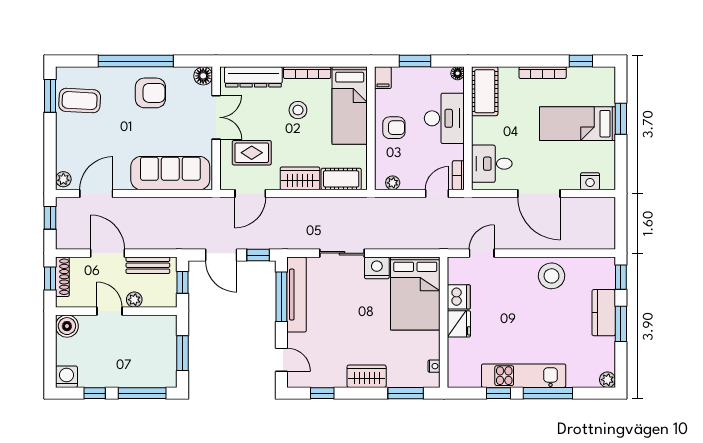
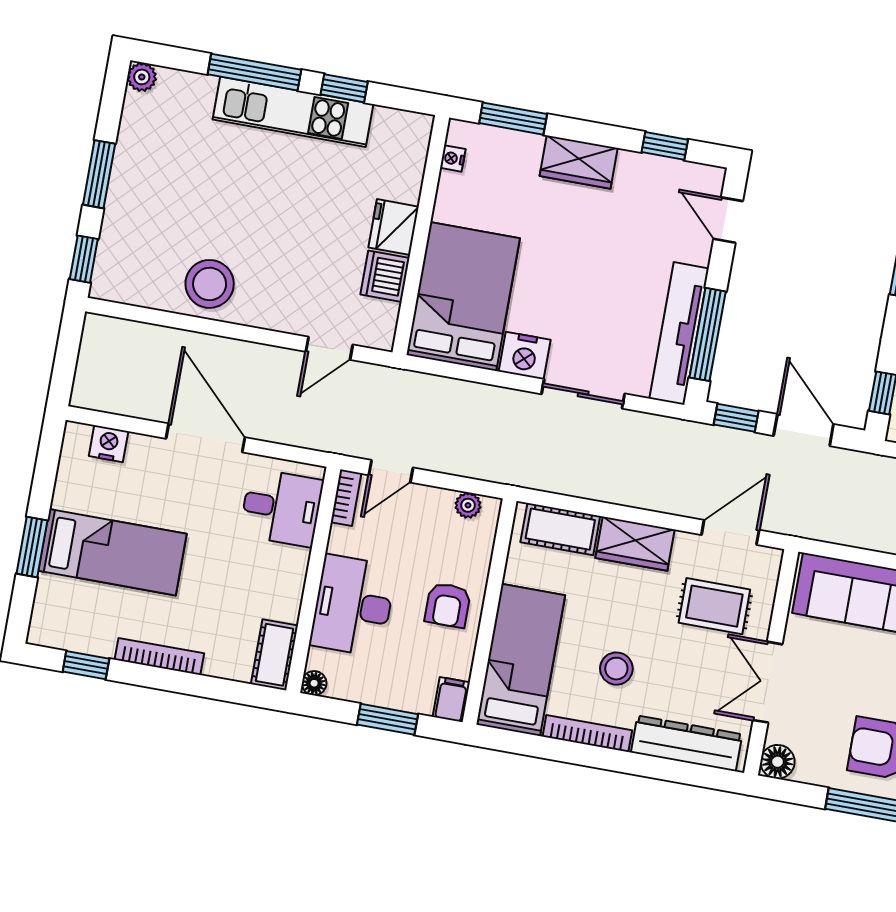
cot: (485, 91) -> (274, 655), width x0.73, depth x0.75
armchair: (394, 128) -> (448, 605), turned -90
kitchen counter: (604, 313) -> (127, 200), removed

